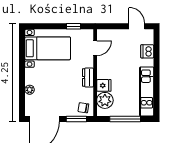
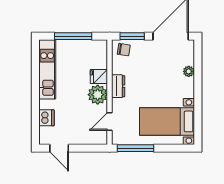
window: (74, 26) -> (136, 148), width x2.17
plant: (105, 100) -> (98, 95), moved

